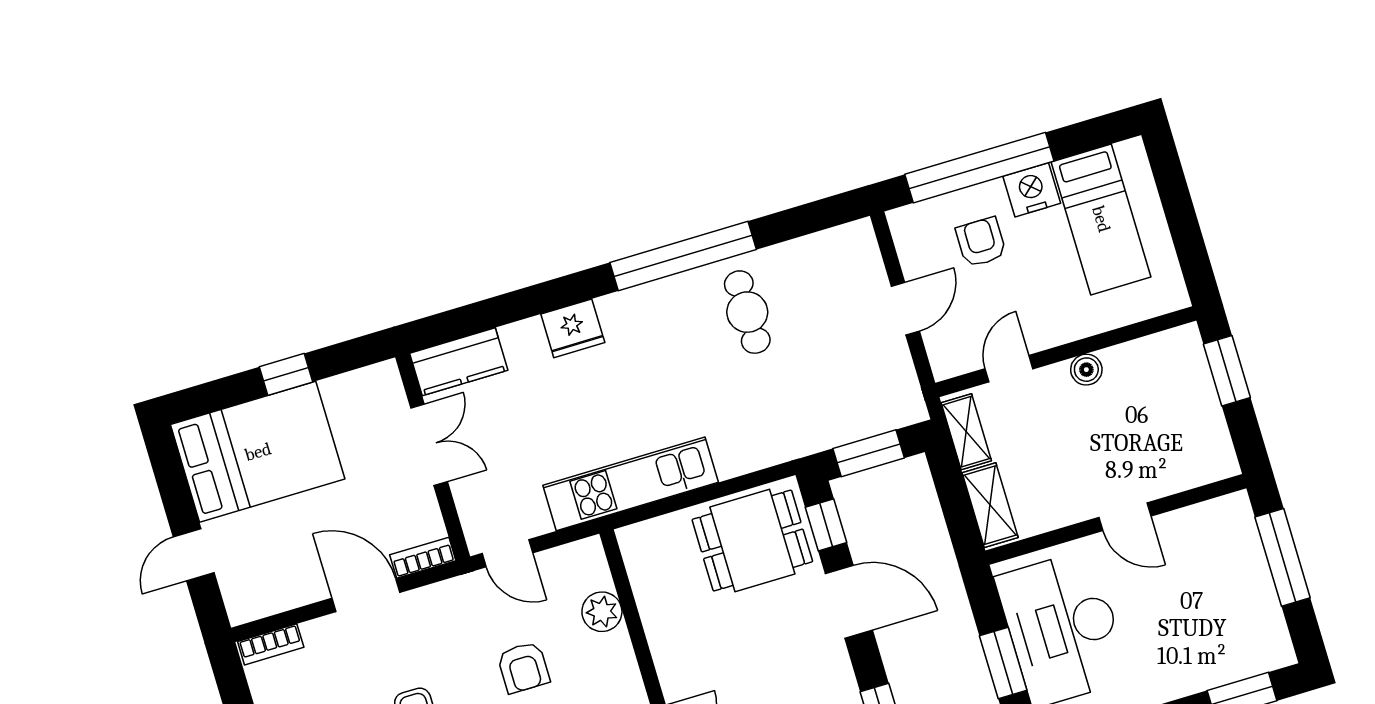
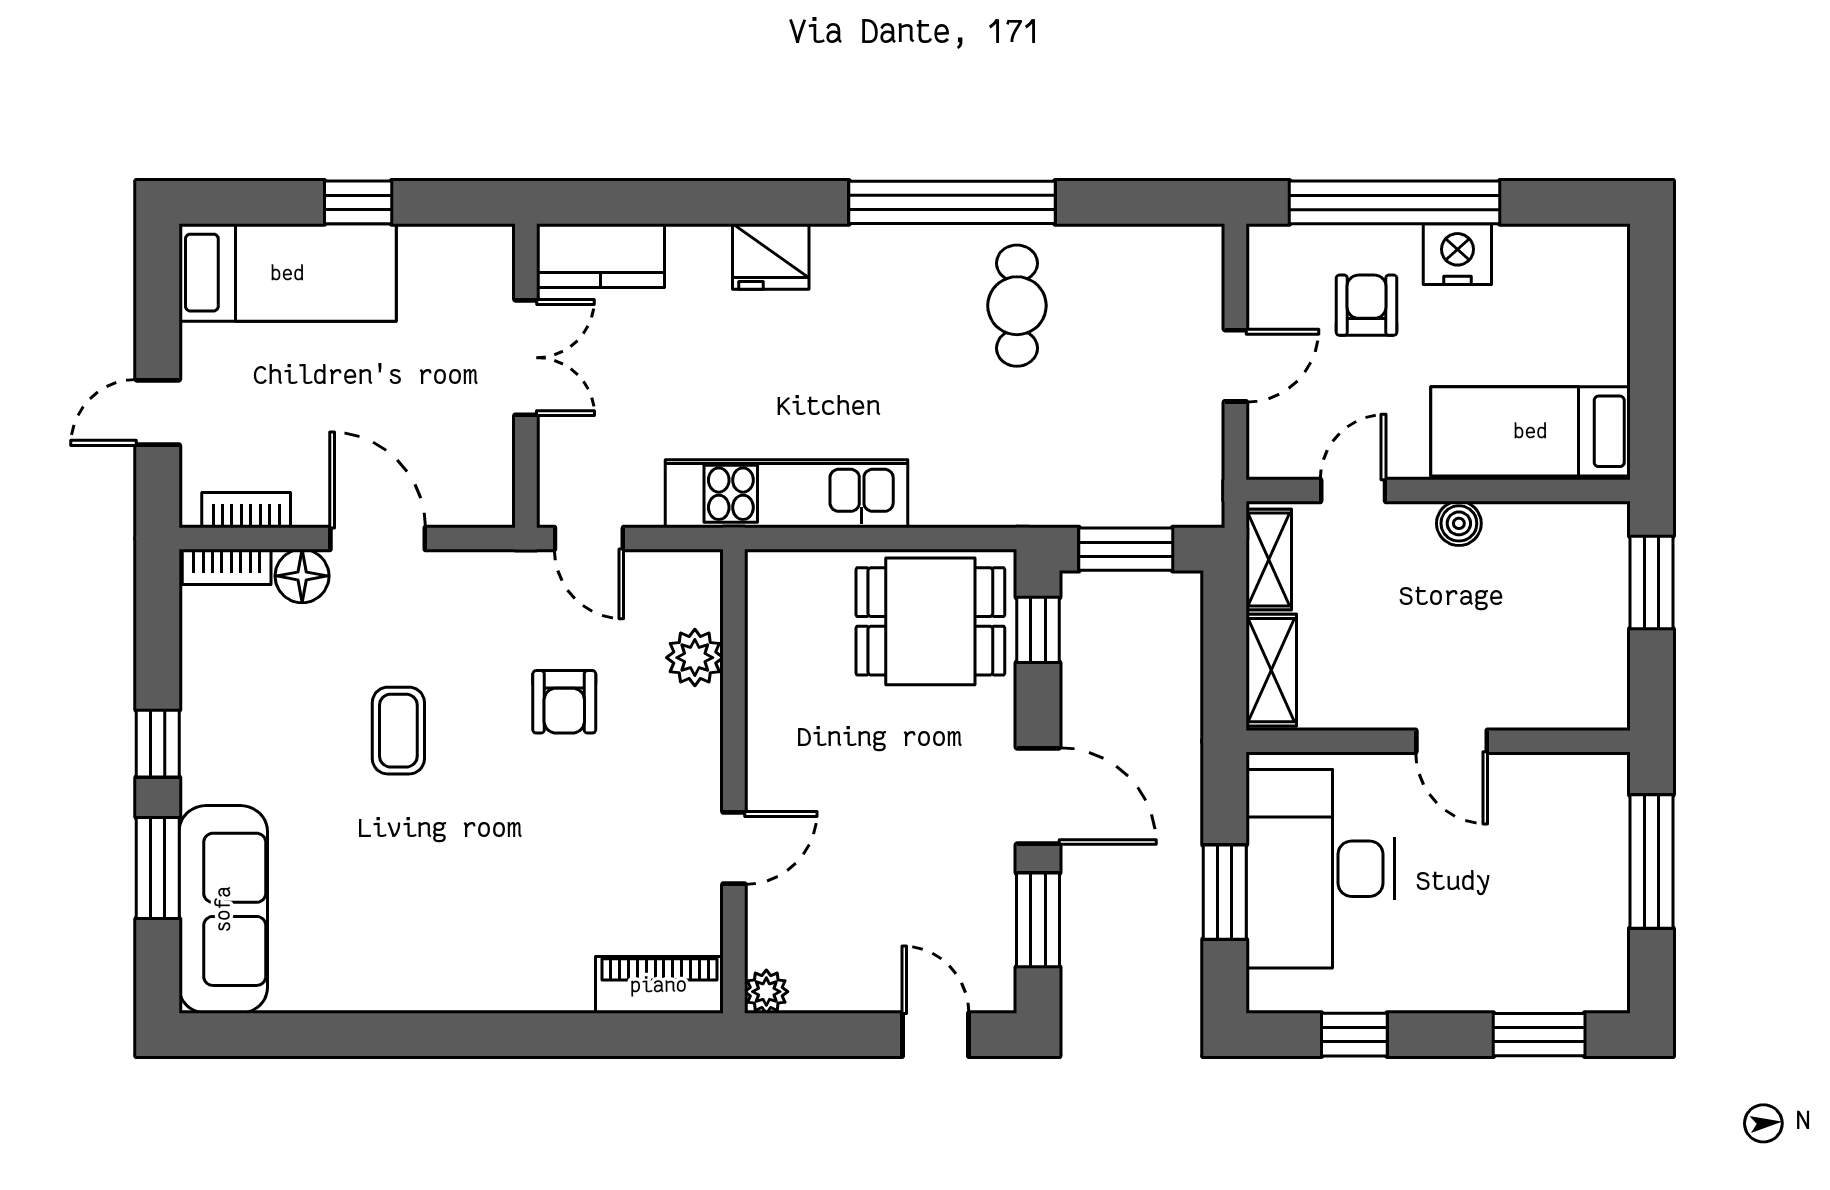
bed: (1101, 219) -> (1531, 431), moved, turned 90
bed: (258, 452) -> (288, 273), width x0.67
bookcase: (423, 558) -> (246, 510), moved
door: (849, 602) -> (1038, 796), moved
floor lamp: (323, 636) -> (302, 576), added

